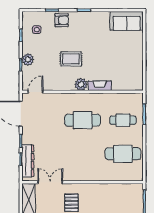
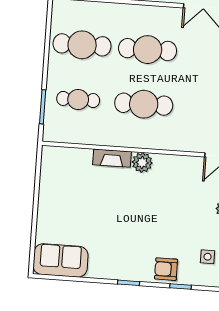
rug: (71, 59) -> (155, 205), removed
cafe table: (83, 154) -> (148, 50), added

